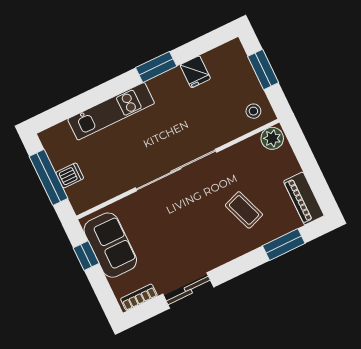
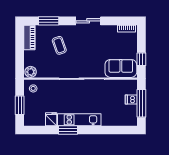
kitchen unit: (111, 111) -> (79, 120), moved
sofa: (110, 245) -> (121, 68), moved, turned 90
sliding door: (188, 290) -> (88, 21), moved

